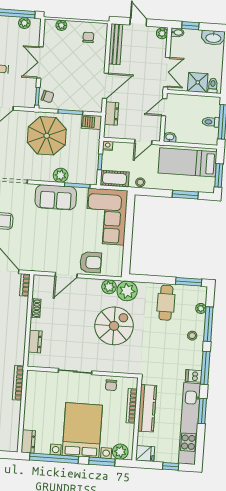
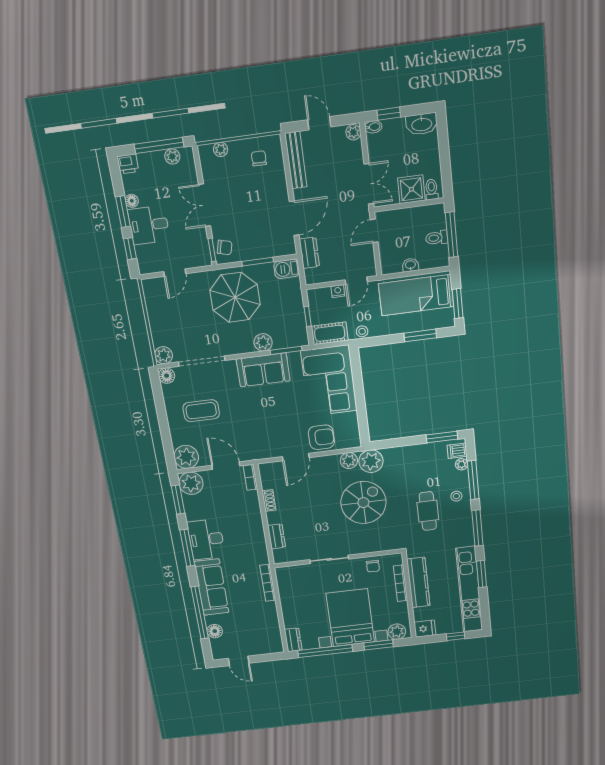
washbasin: (170, 137) -> (410, 265), moved
nightstand: (108, 146) -> (338, 291), moved
cafe table: (166, 303) -> (428, 511), moved
dishwasher: (194, 376) -> (457, 451), moved

